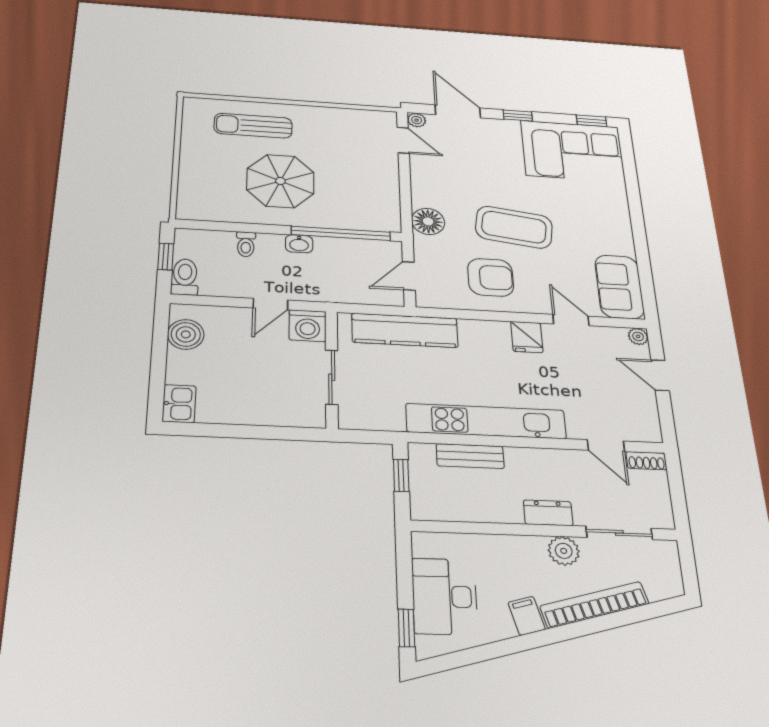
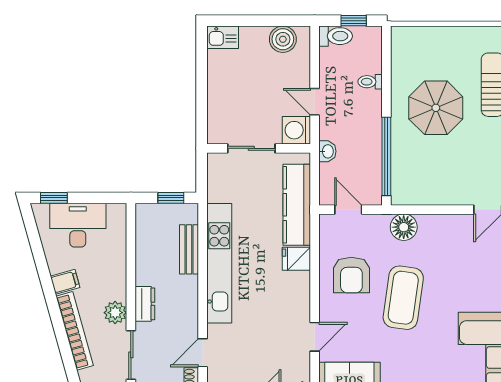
washbasin: (299, 244) -> (327, 151), moved, turned 180
fridge: (527, 337) -> (296, 259), moved

